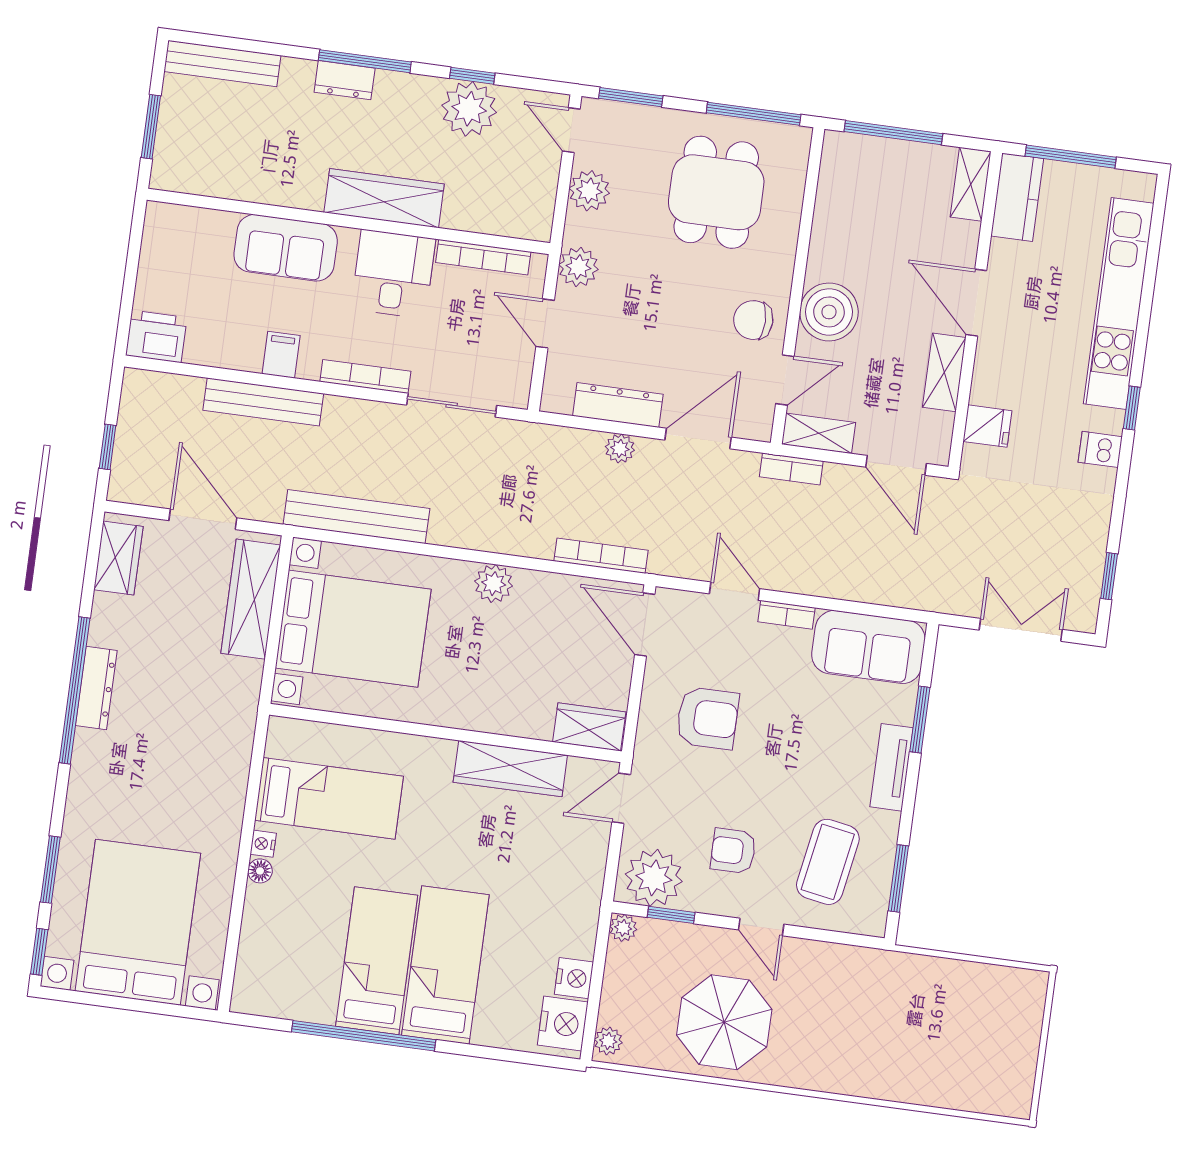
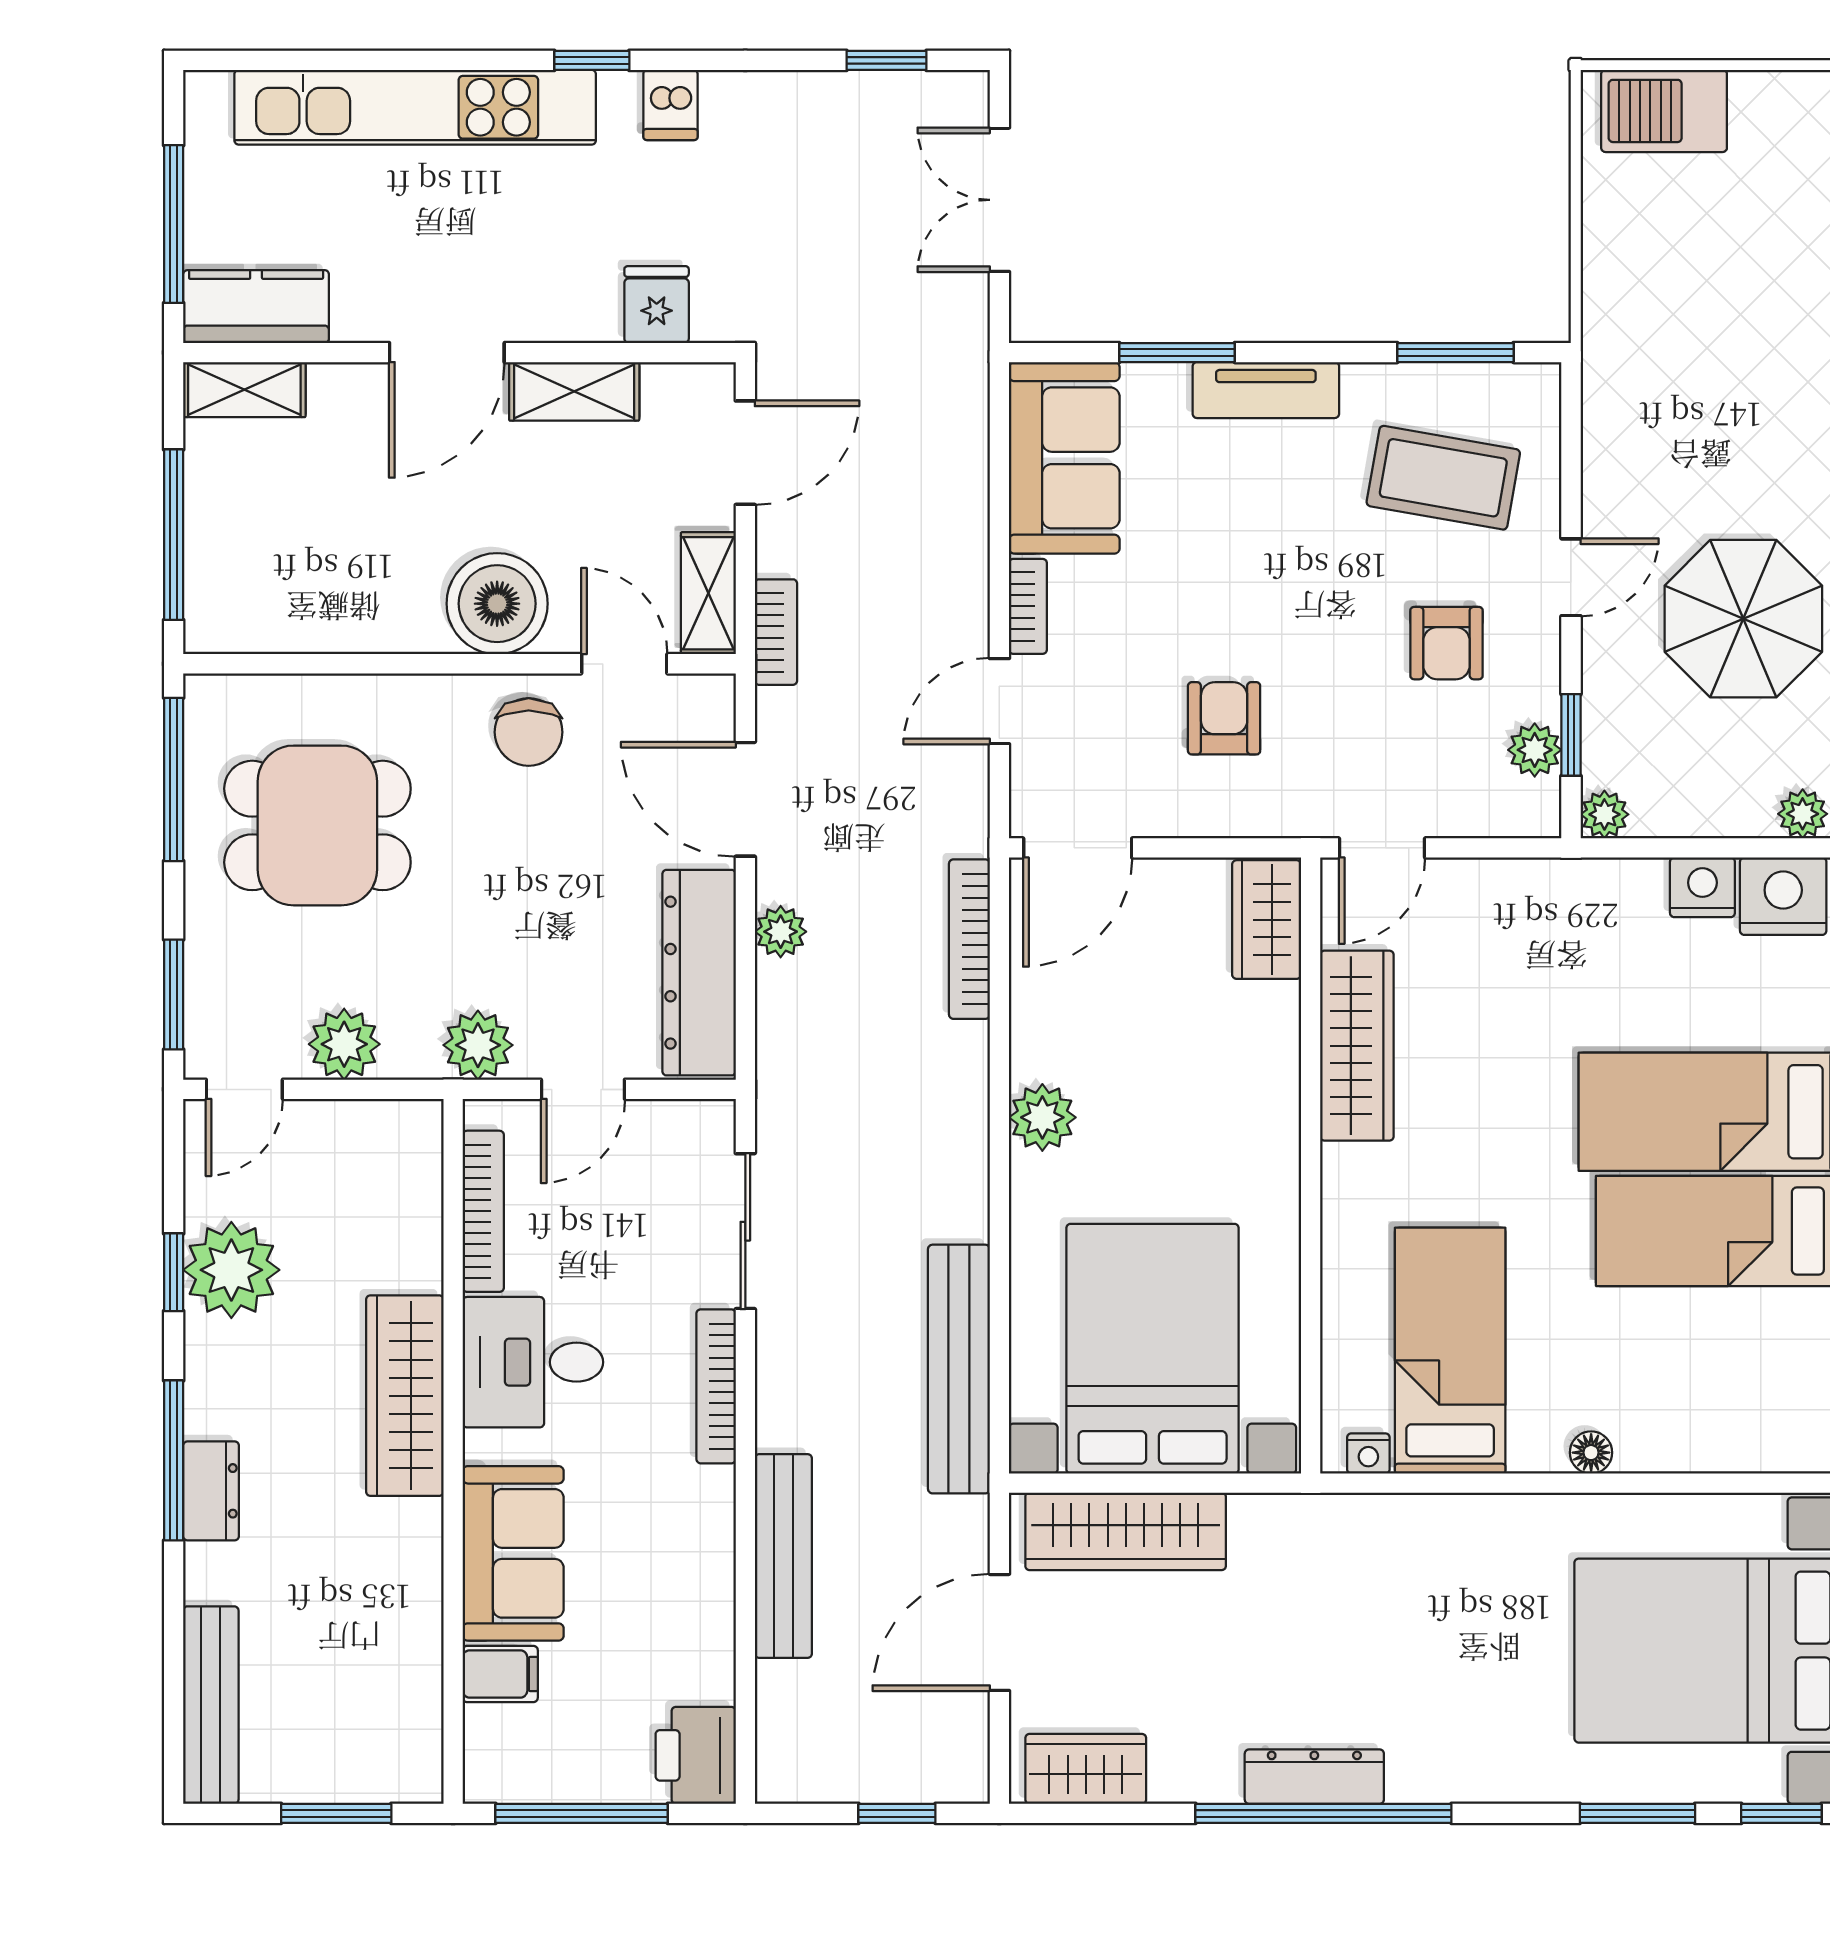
window: (132, 267) -> (582, 1813), added
filing cabinet: (281, 355) -> (500, 1674), moved, turned 180
dresser: (618, 405) -> (699, 973), width x1.37, depth x1.24
armchair: (707, 718) -> (1224, 718), width x0.72, depth x0.72
door: (621, 798) -> (1382, 848), hinge flipped
nightstand: (263, 844) -> (1368, 1453), moved
plant: (654, 878) -> (1535, 750), width x0.53, depth x0.53
barbecue: (1020, 1016) -> (1664, 111), added

